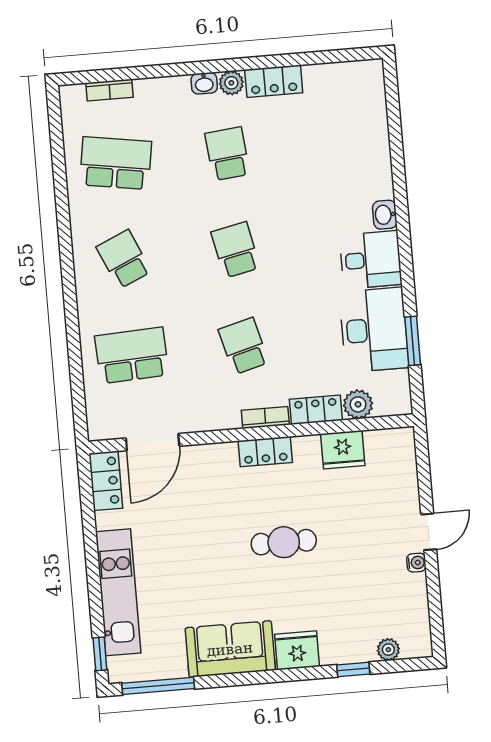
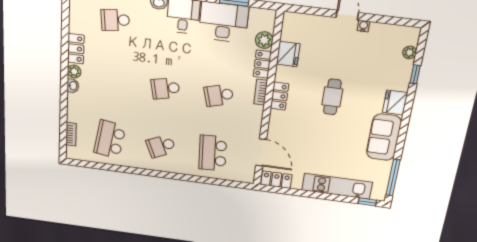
school desk: (227, 154) -> (115, 20), moved

